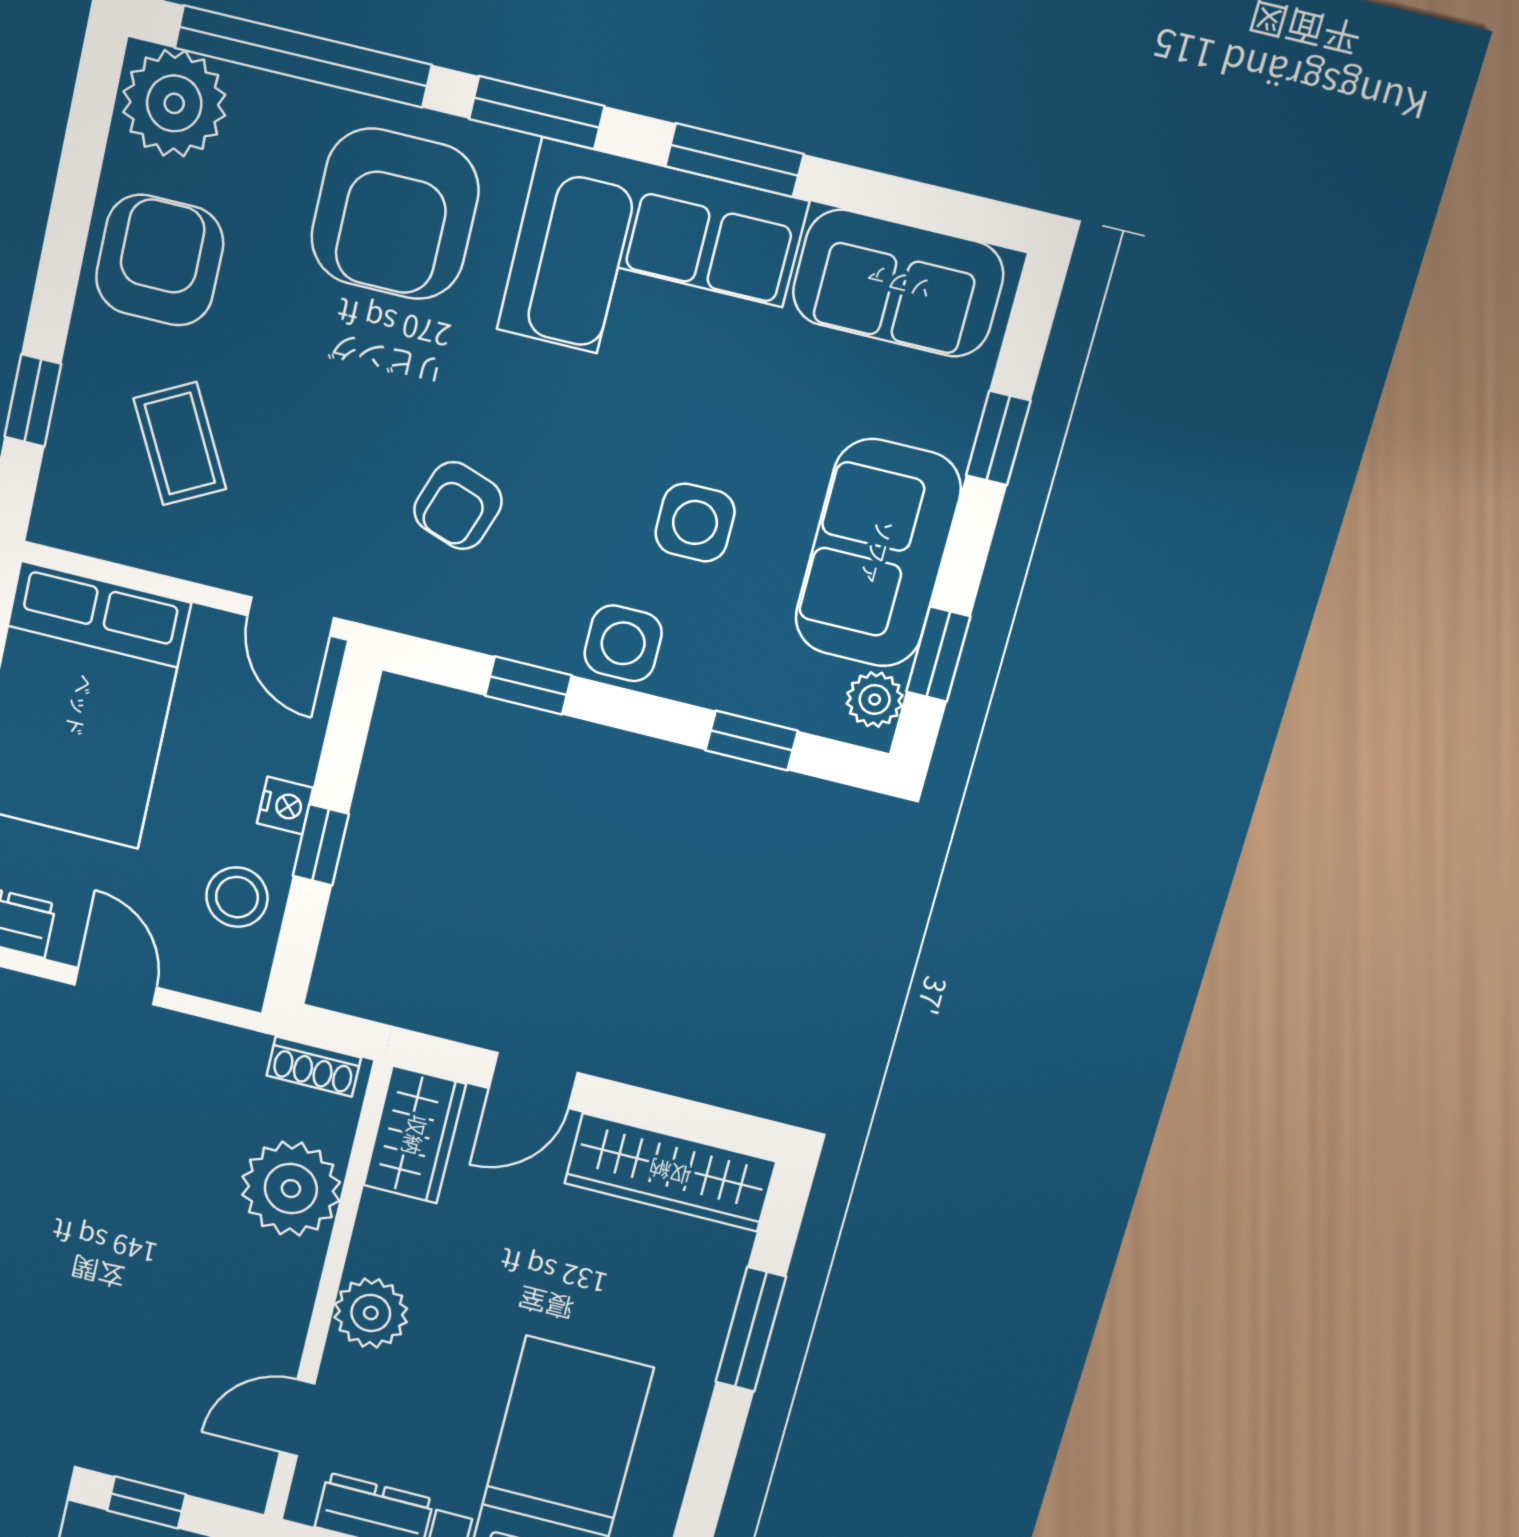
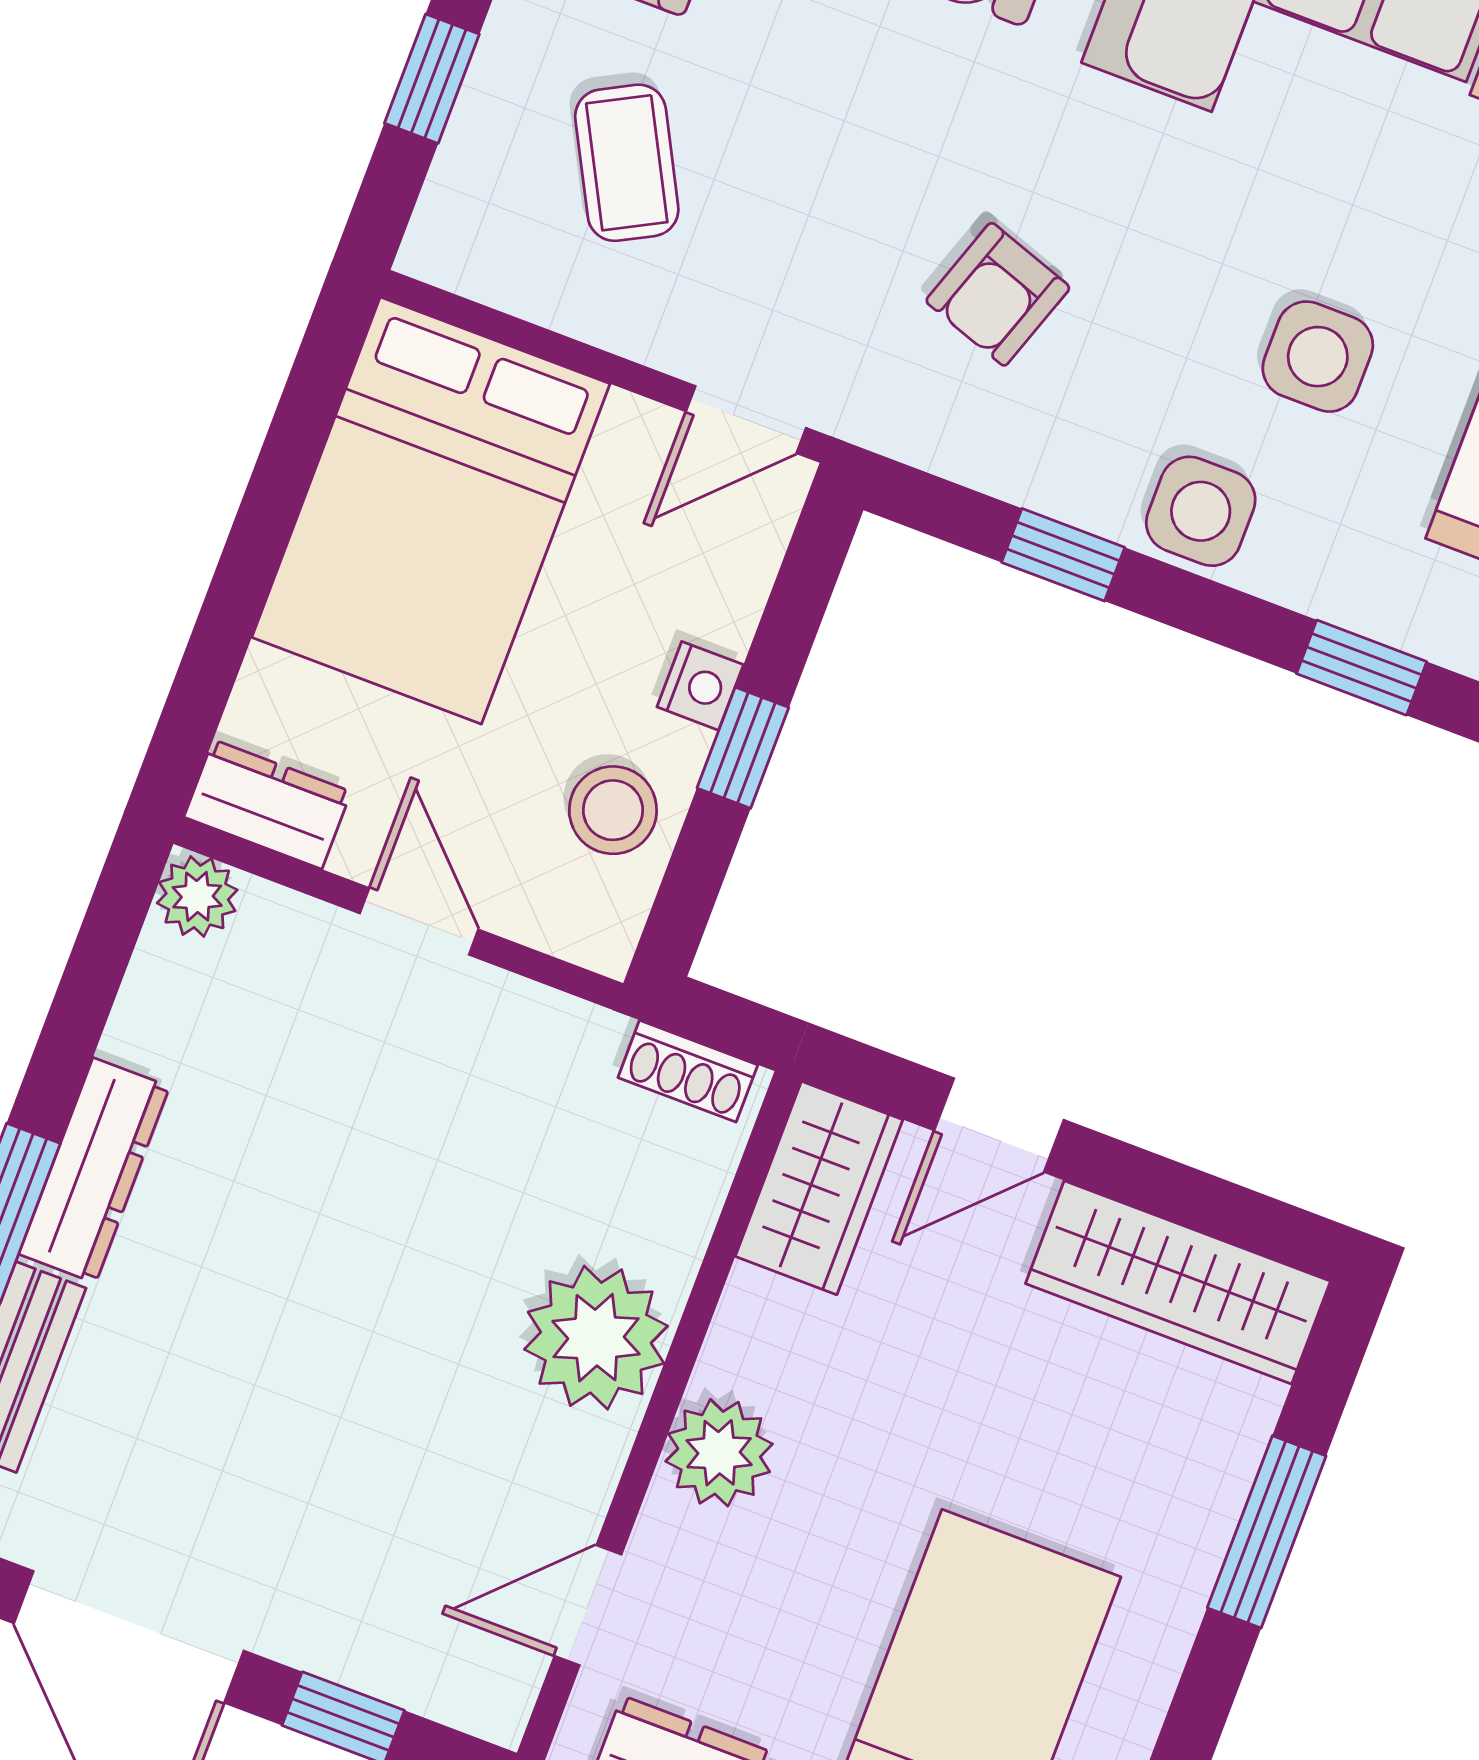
door: (291, 617) -> (746, 420), hinge flipped
plant: (291, 1189) -> (596, 1338), moved

